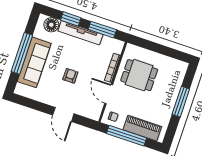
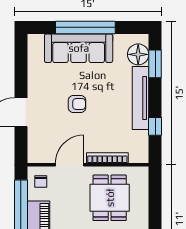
window: (71, 19) -> (155, 64), moved
window: (102, 30) -> (155, 126), width x0.46

